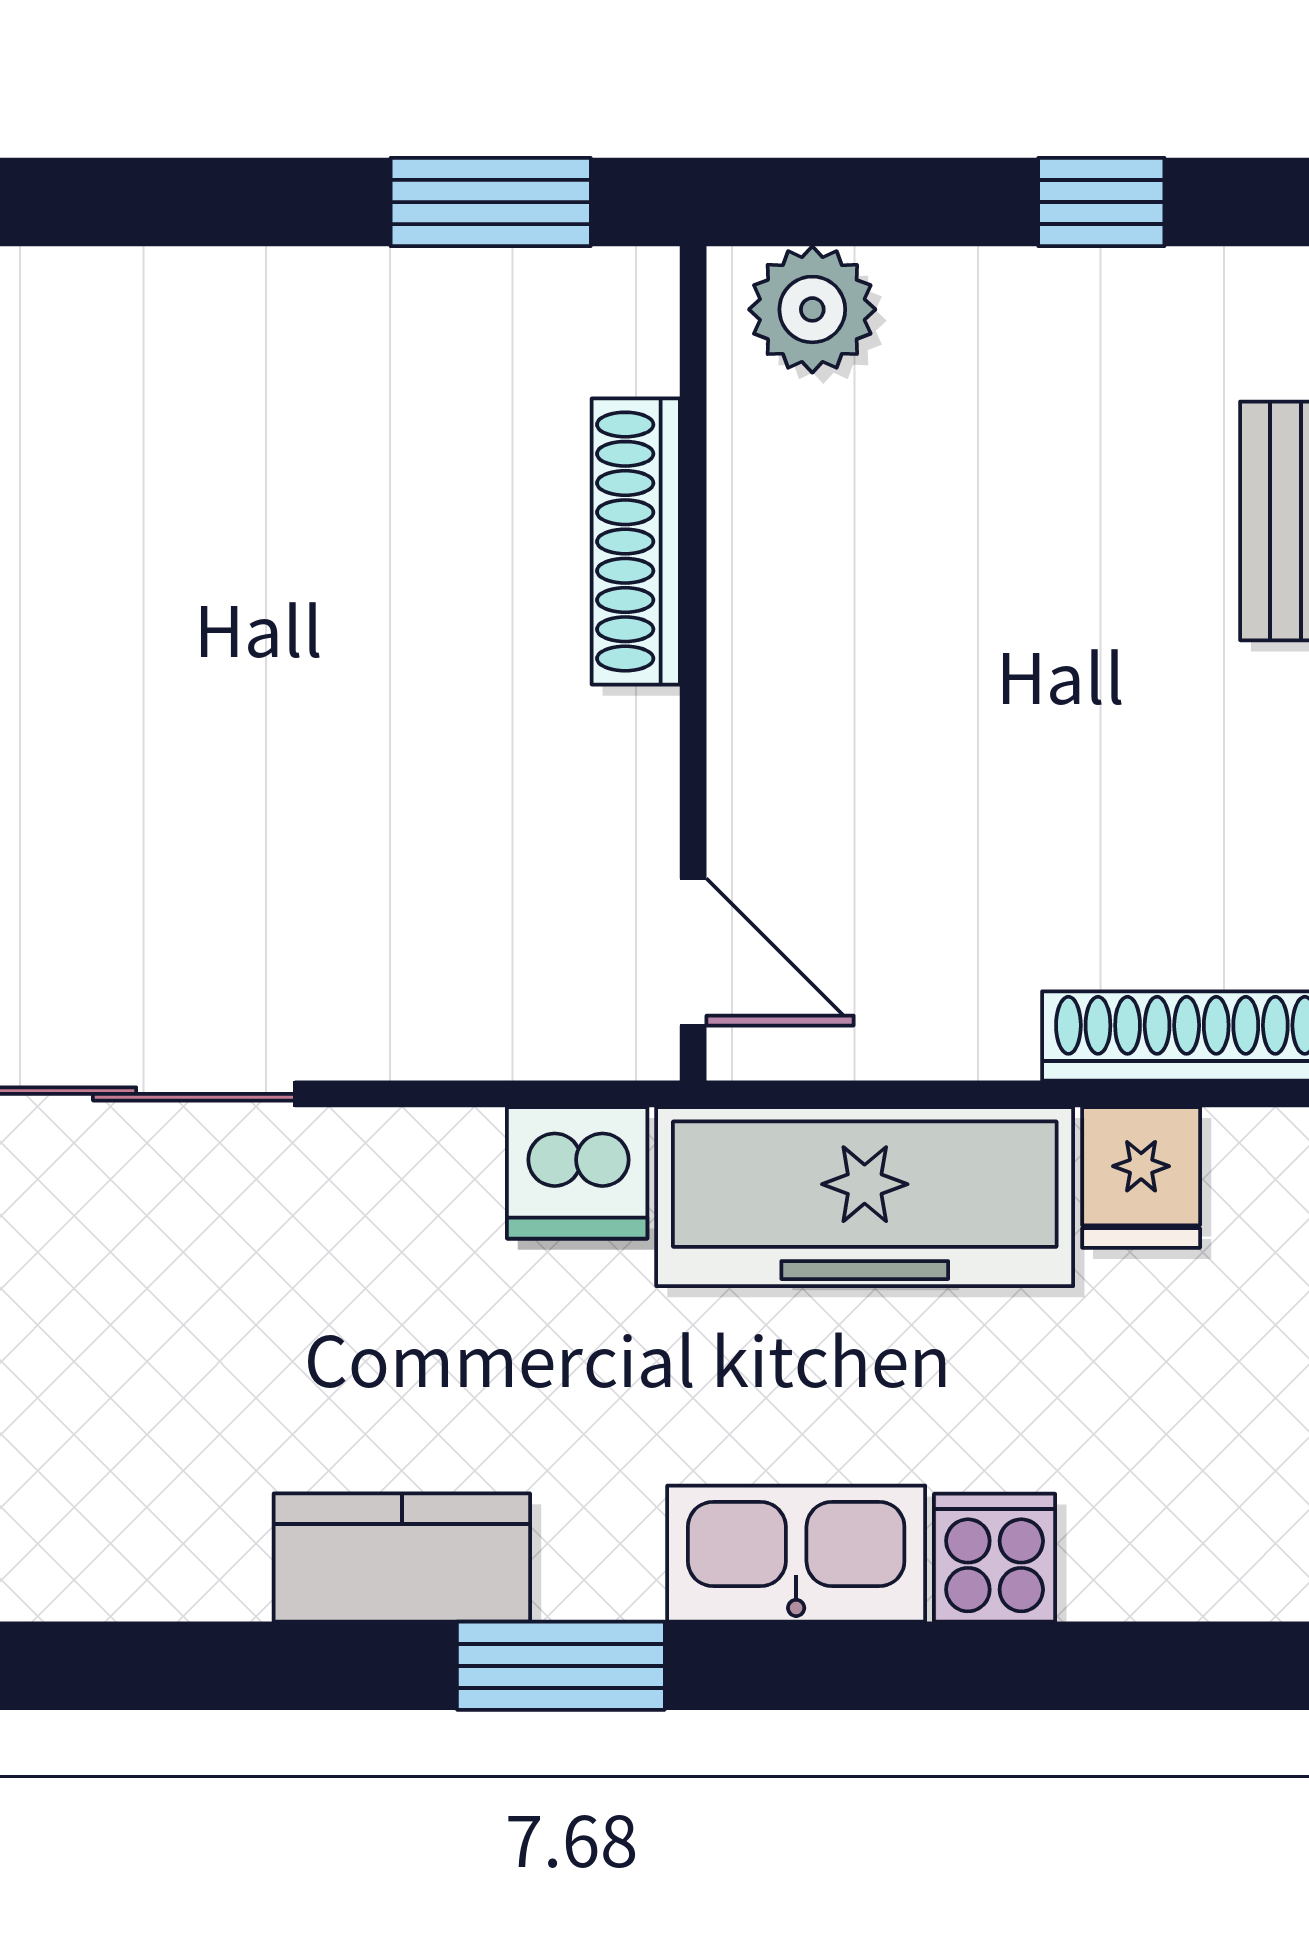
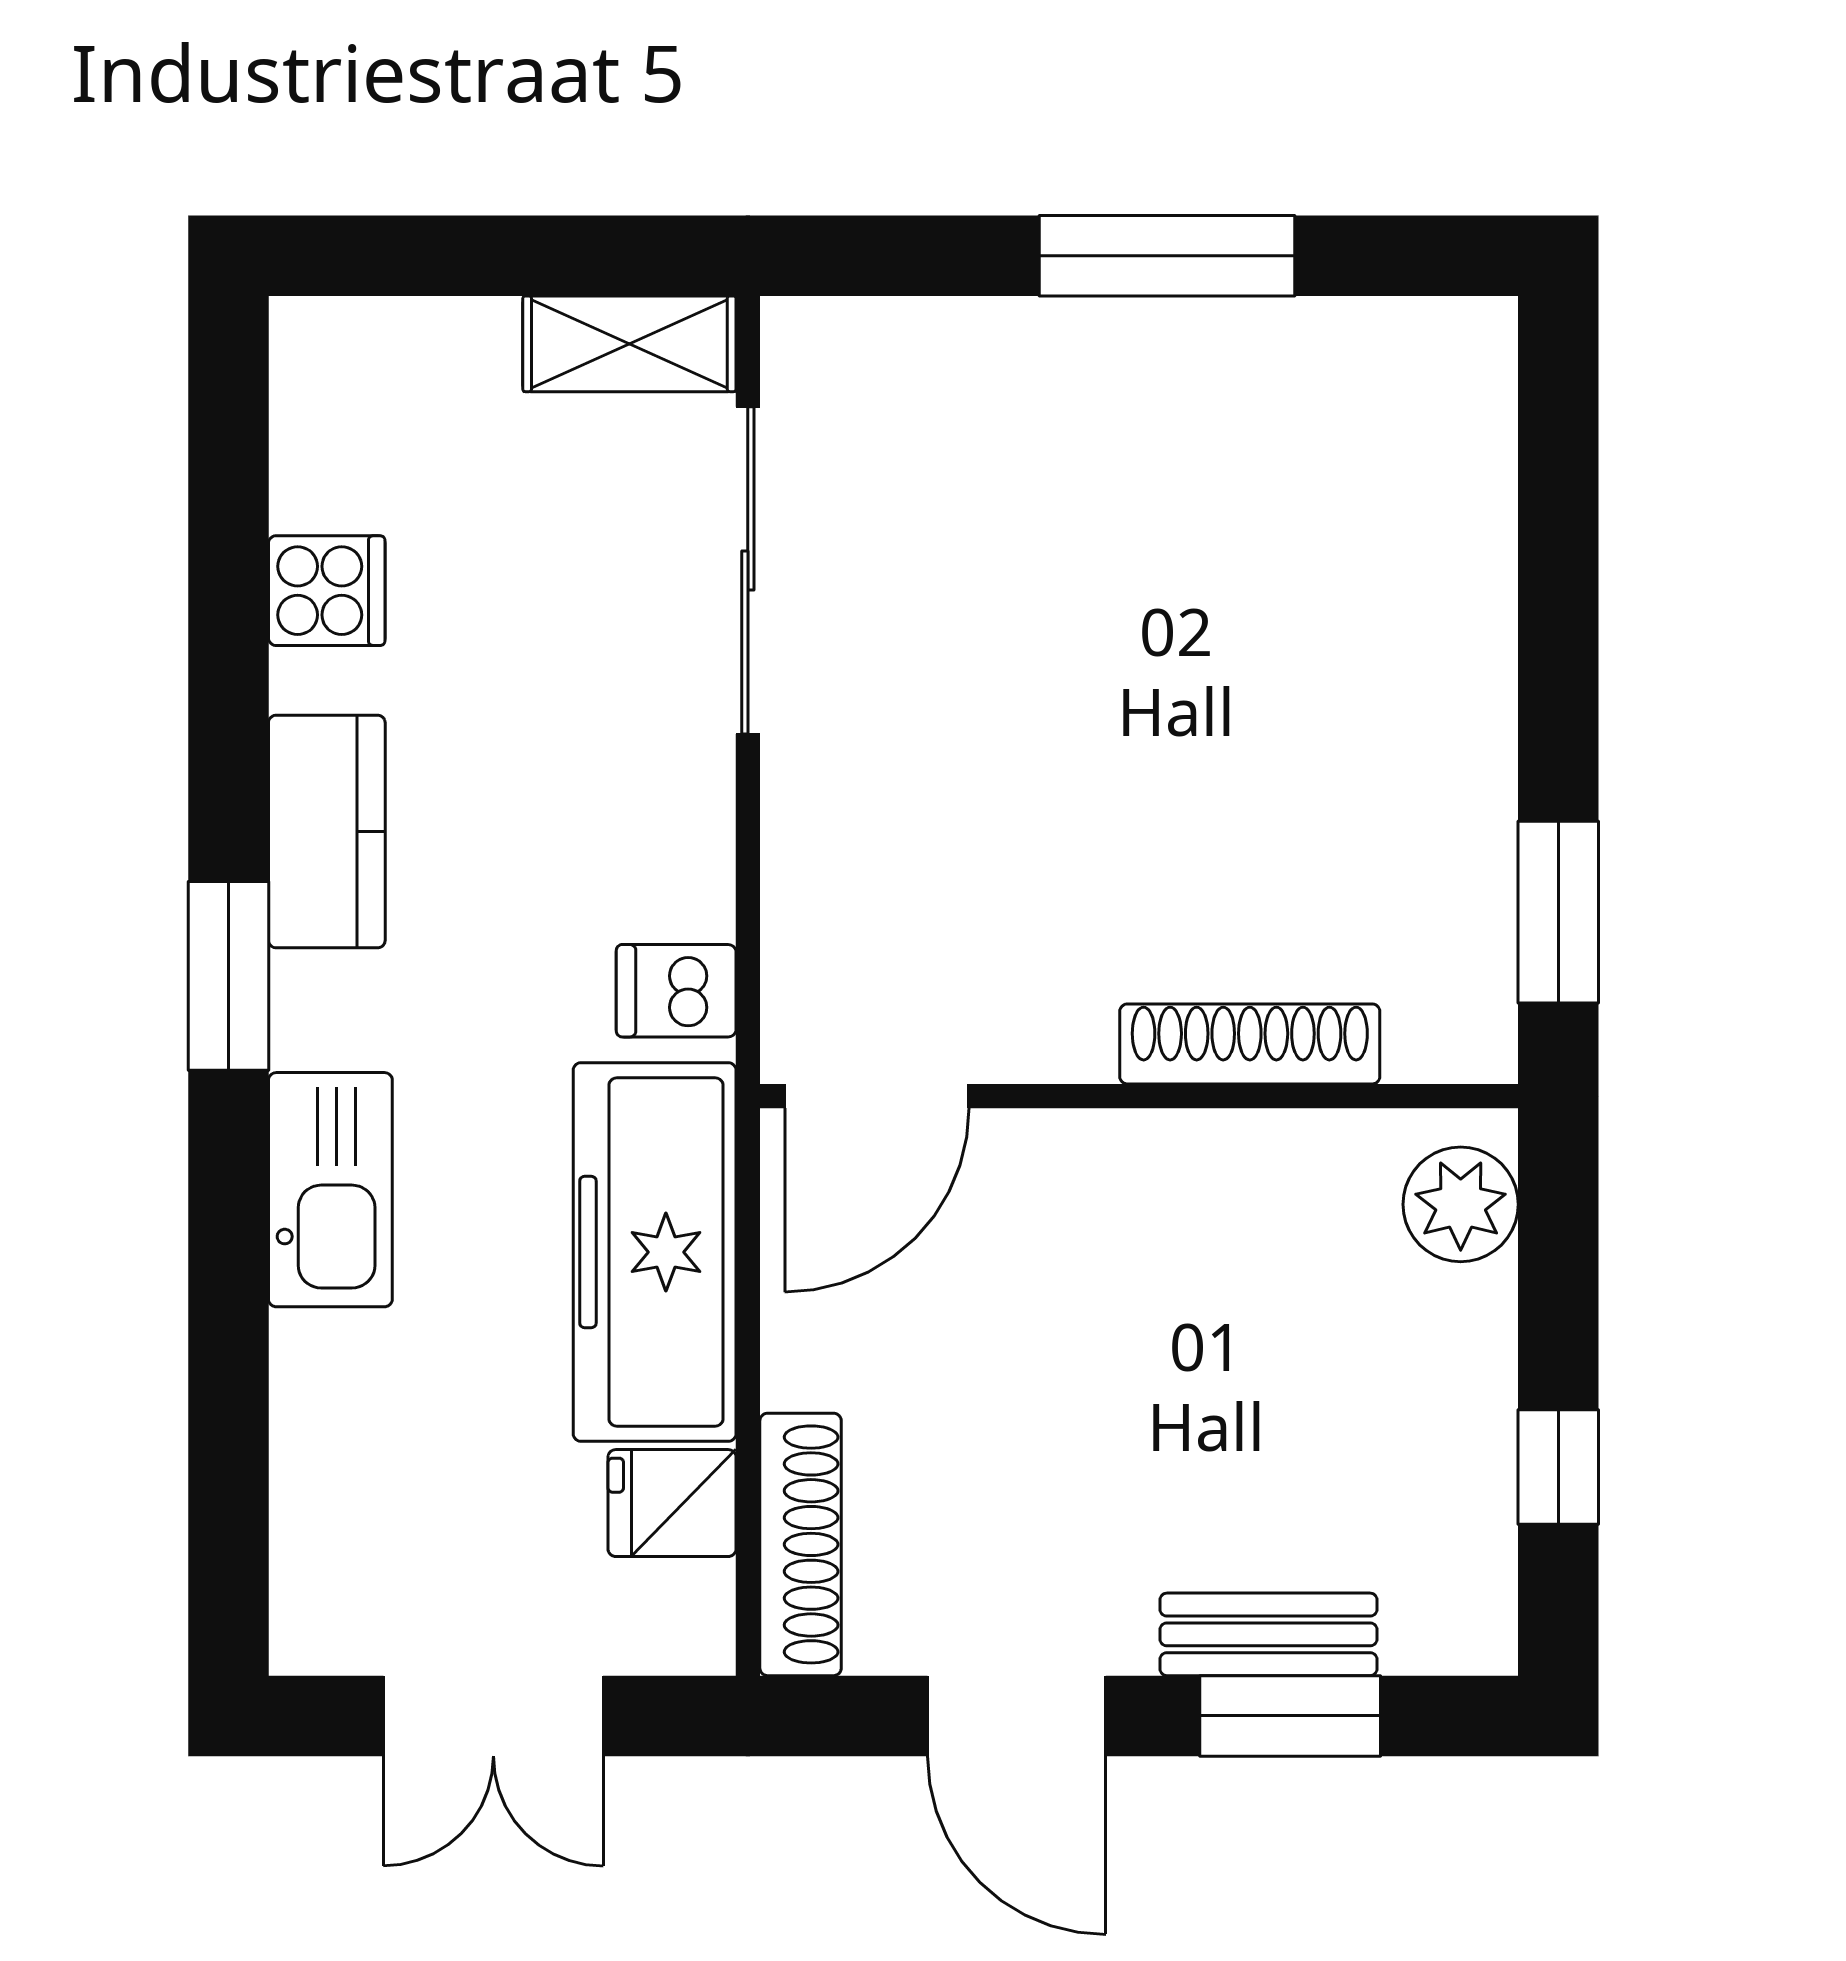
door: (693, 952) -> (877, 1096), width x1.38
dishwasher: (577, 1173) -> (676, 991), width x0.73
cooker: (995, 1558) -> (327, 591), moved

